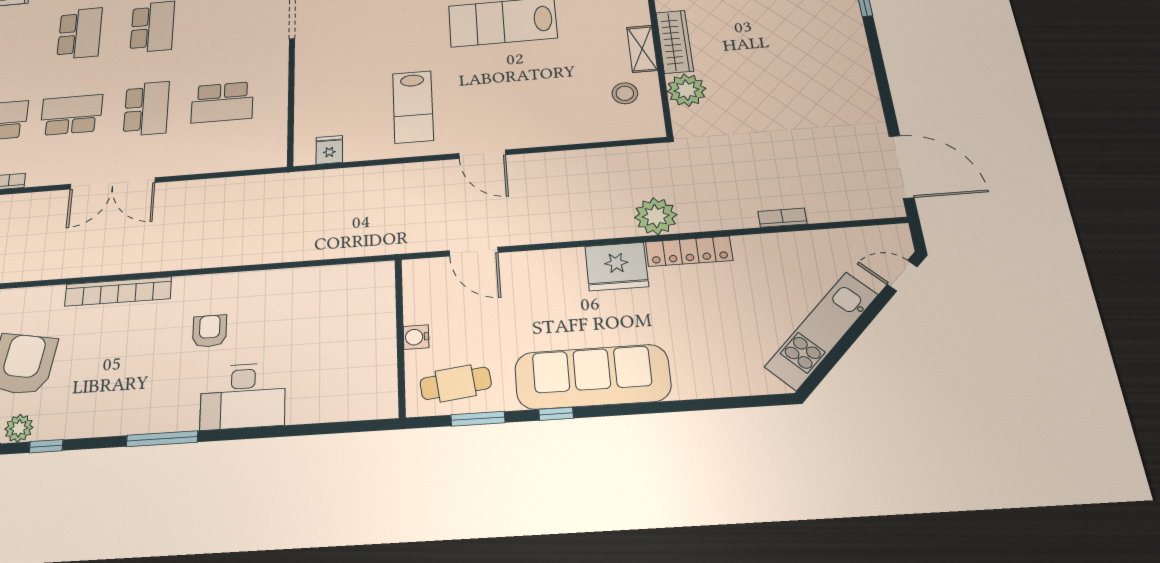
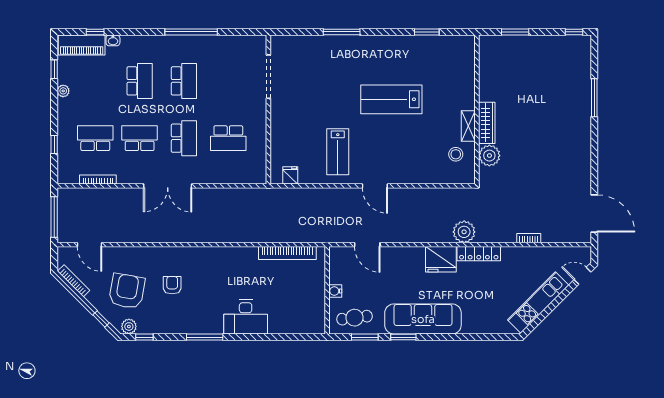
bookcase: (118, 292) -> (287, 253), moved
armchair: (210, 331) -> (172, 285), moved
window: (556, 414) -> (403, 337), width x1.50

